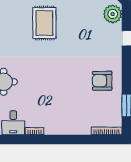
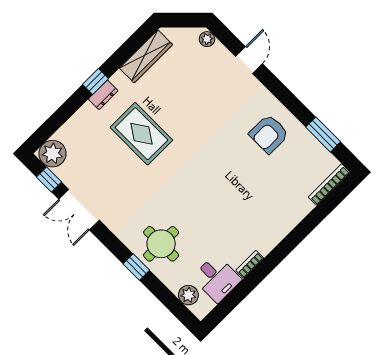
plant: (113, 14) -> (207, 39), width x0.53, depth x0.53

